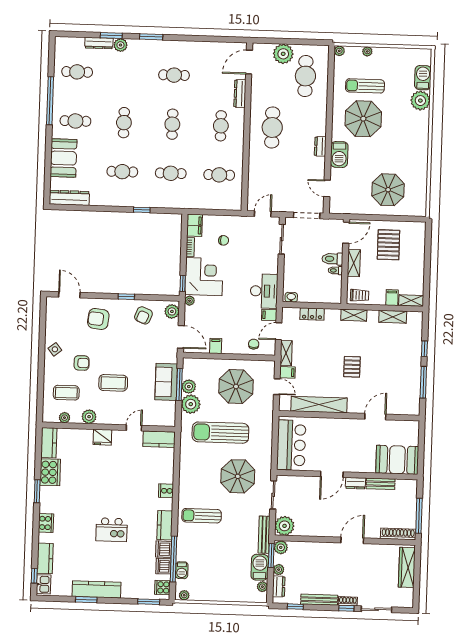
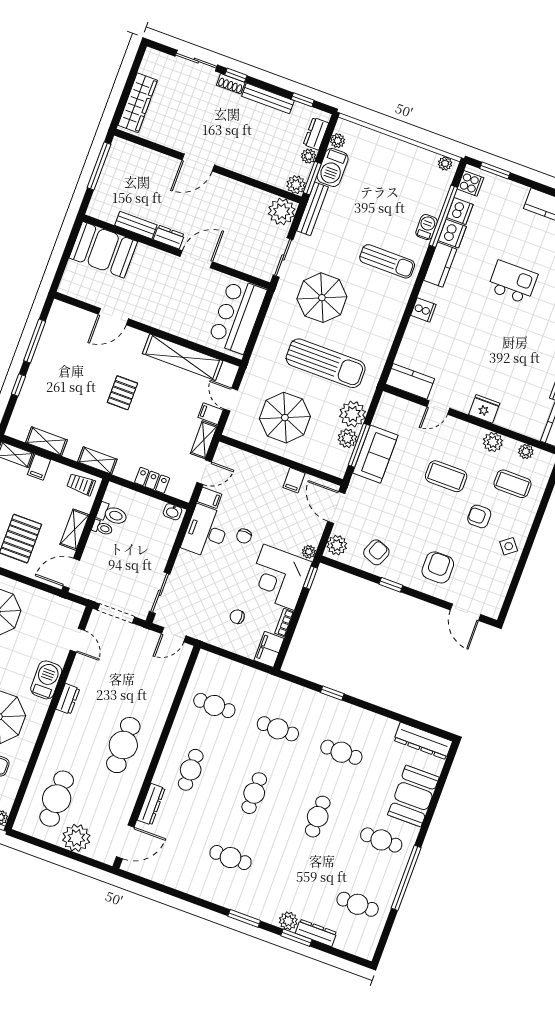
toilet: (332, 259) -> (112, 514), moved
armchair: (98, 319) -> (438, 567), turned -96
chair: (254, 344) -> (244, 536), moved
shoe rack: (398, 534) -> (134, 151), removed
barbecue: (182, 570) -> (427, 227), moved

